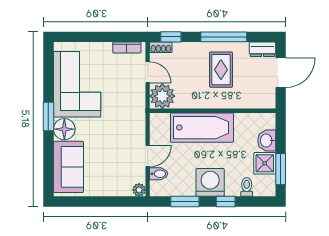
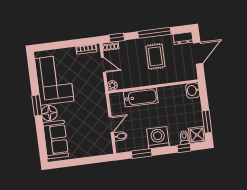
plant: (162, 96) -> (112, 85), width x0.53, depth x0.53
bathtub: (202, 128) -> (141, 97), width x0.73, depth x0.73
washbasin: (267, 141) -> (193, 90), moved
shower: (265, 163) -> (197, 135), moved
plant: (139, 190) -> (108, 149), removed
window: (226, 202) -> (184, 148), moved

